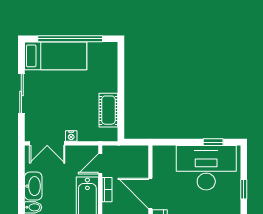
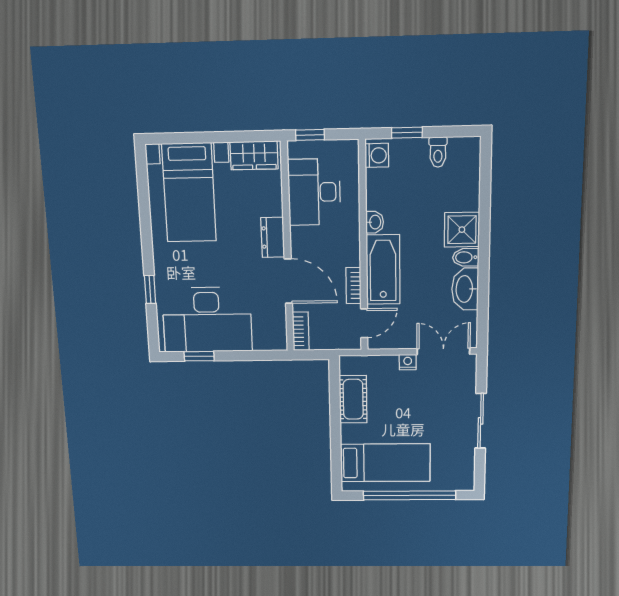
bed: (56, 56) -> (385, 463), moved, turned 180
bookcase: (143, 159) -> (301, 331), added

